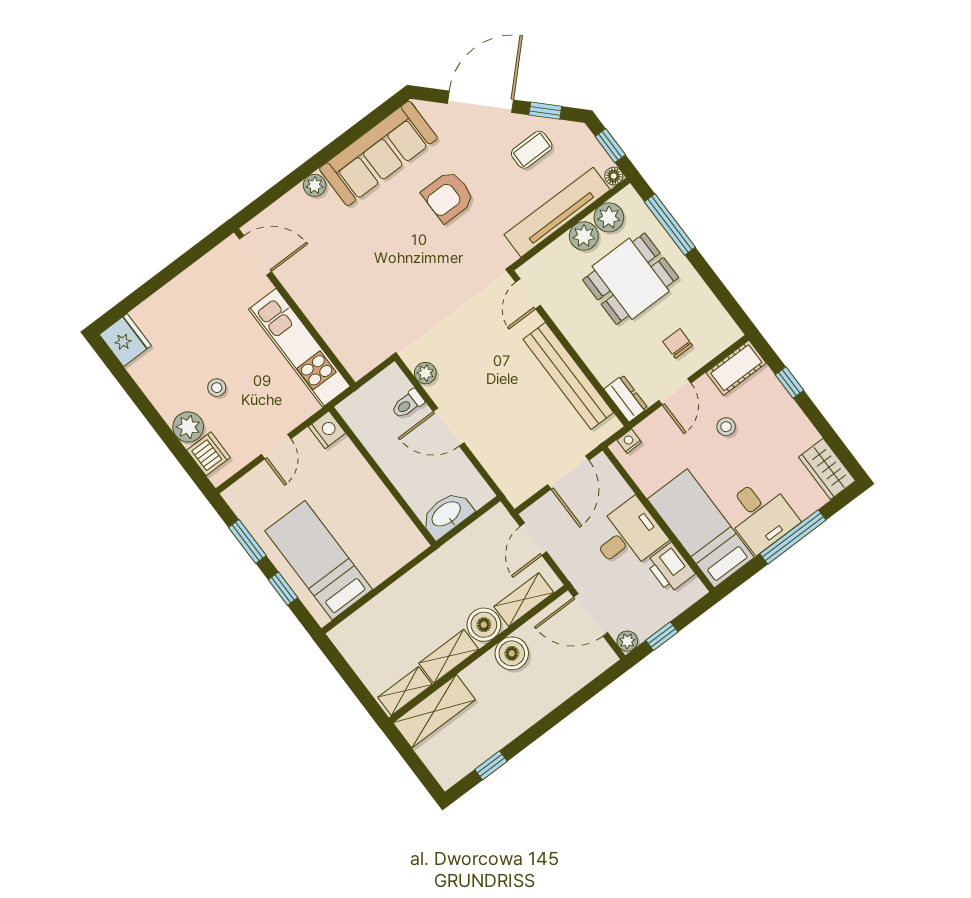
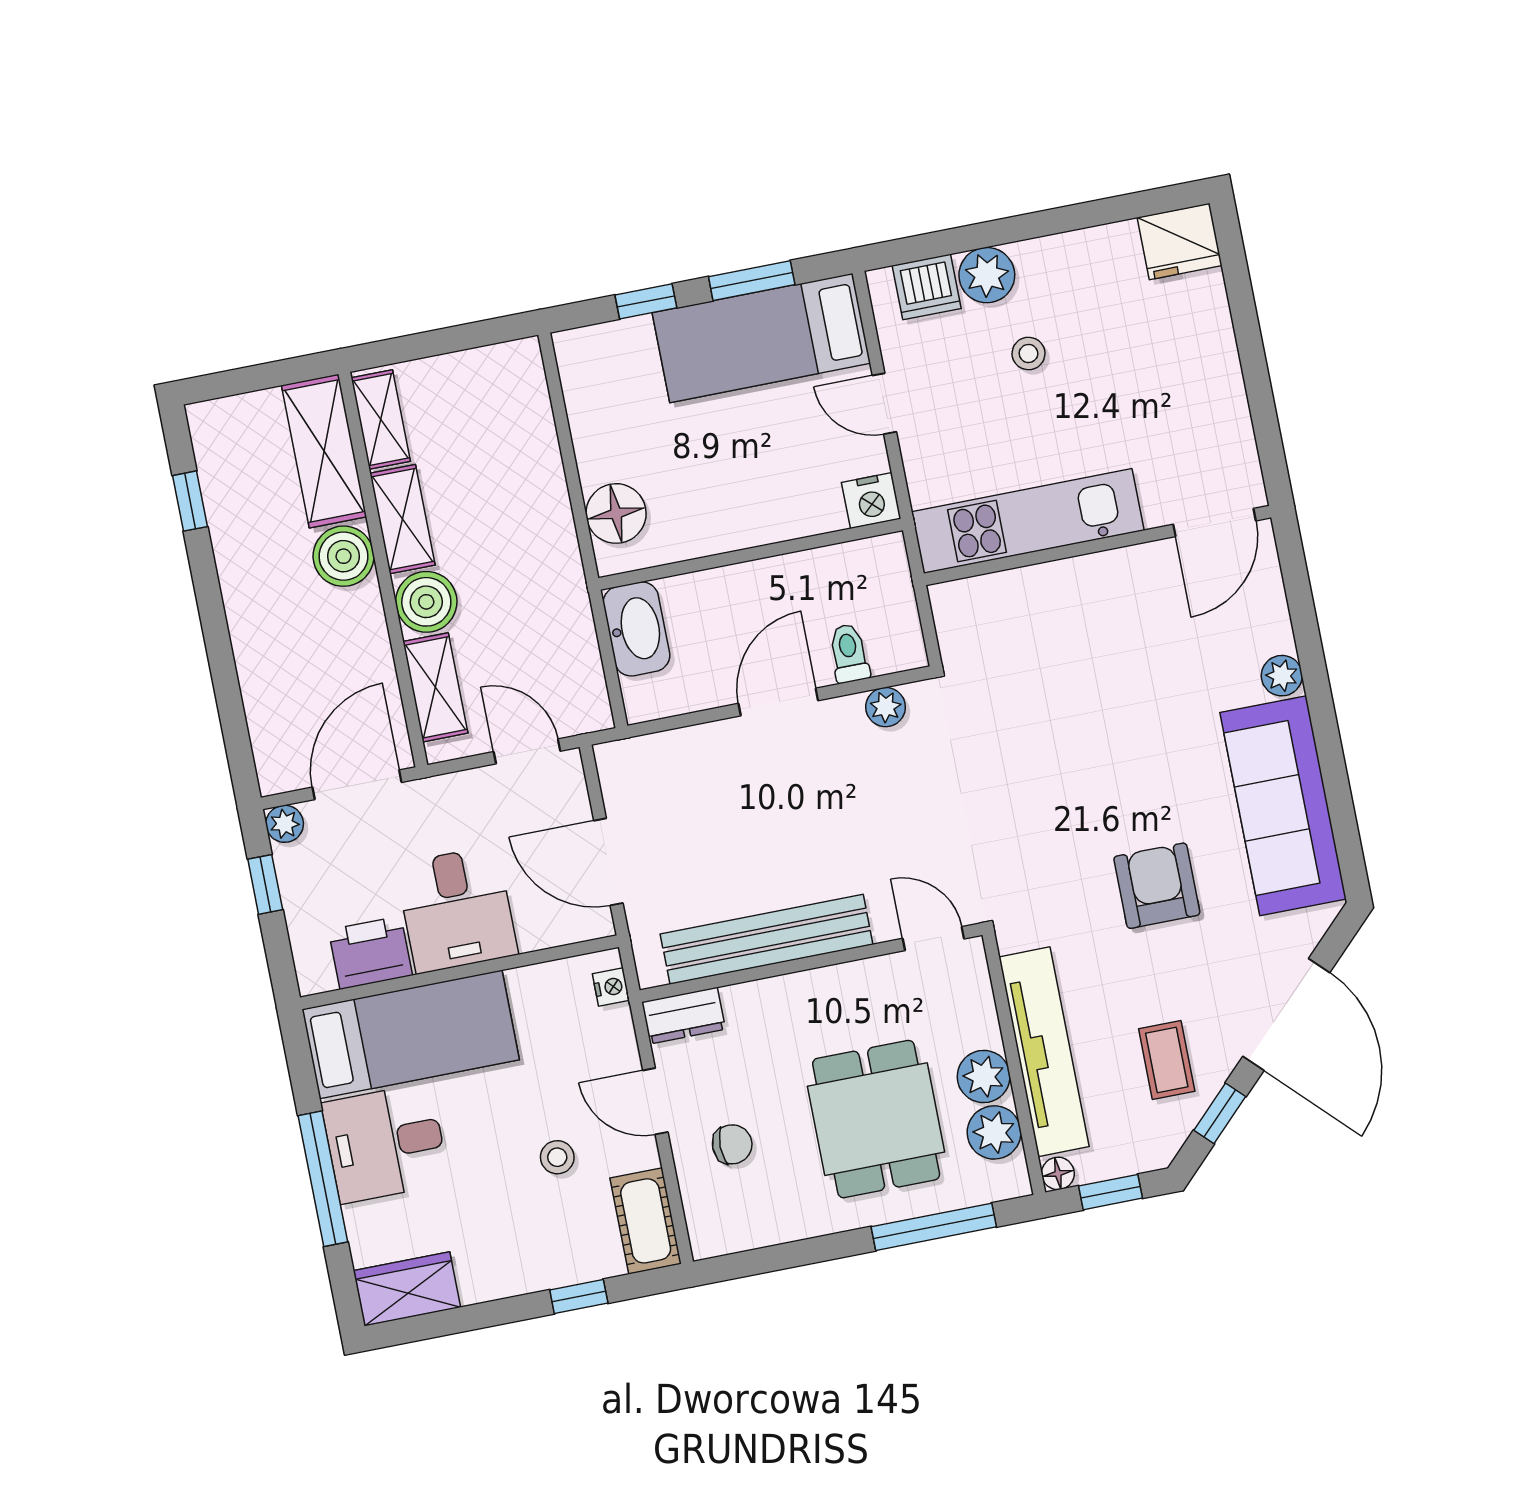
floor lamp: (395, 552) -> (616, 513), added
bed: (319, 560) -> (761, 338), moved, turned 180
boiler: (512, 653) -> (343, 556), moved

